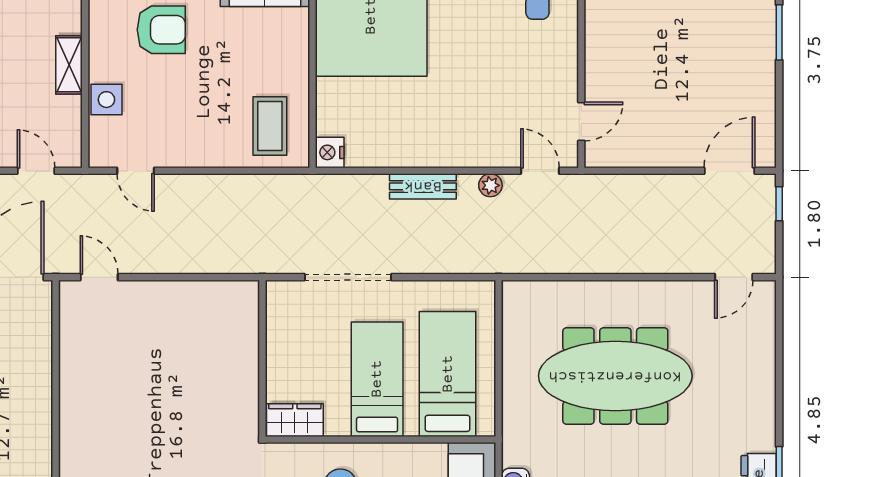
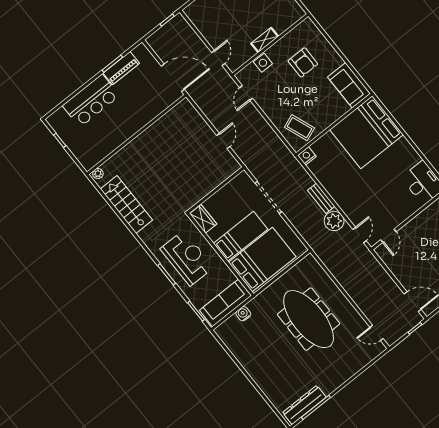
door: (581, 121) -> (388, 236), hinge flipped
coffee table: (270, 126) -> (299, 128), turned 69
plant: (490, 185) -> (334, 221), width x1.87, depth x1.87
door: (99, 277) -> (223, 141), moved
bed: (448, 374) -> (262, 260), width x1.50

